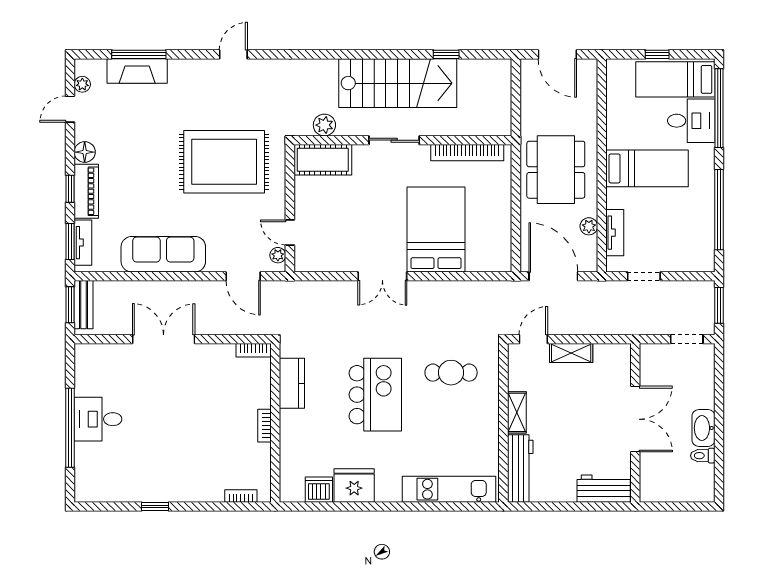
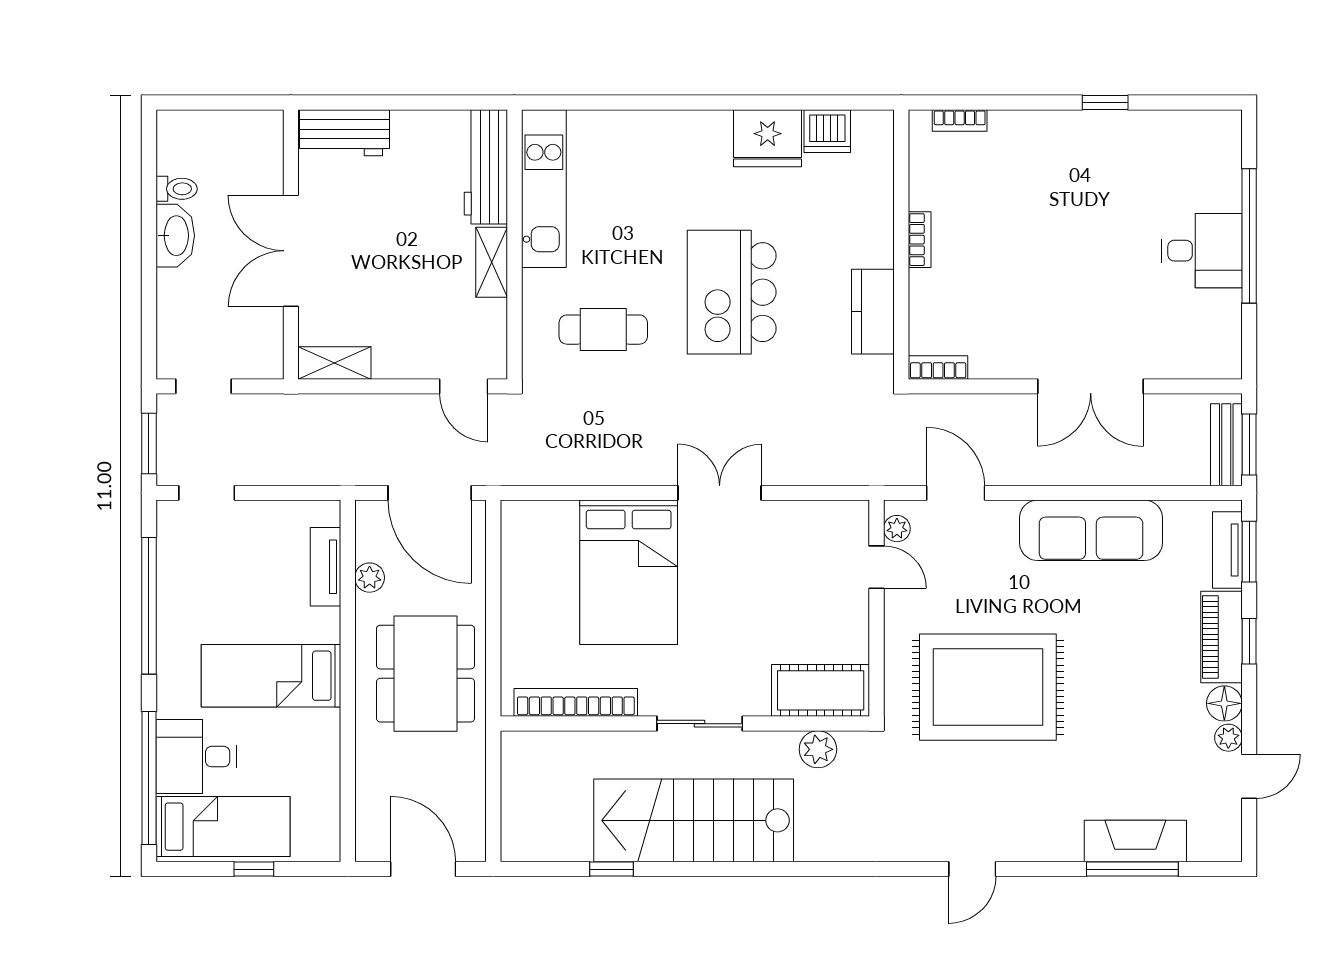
plant: (82, 84) -> (1228, 738), moved
doorway: (644, 276) -> (207, 493), moved
door: (533, 339) -> (464, 386), hinge flipped
shelving: (571, 353) -> (334, 363), moved
kitchen unit: (449, 489) -> (544, 189), moved, turned -90

